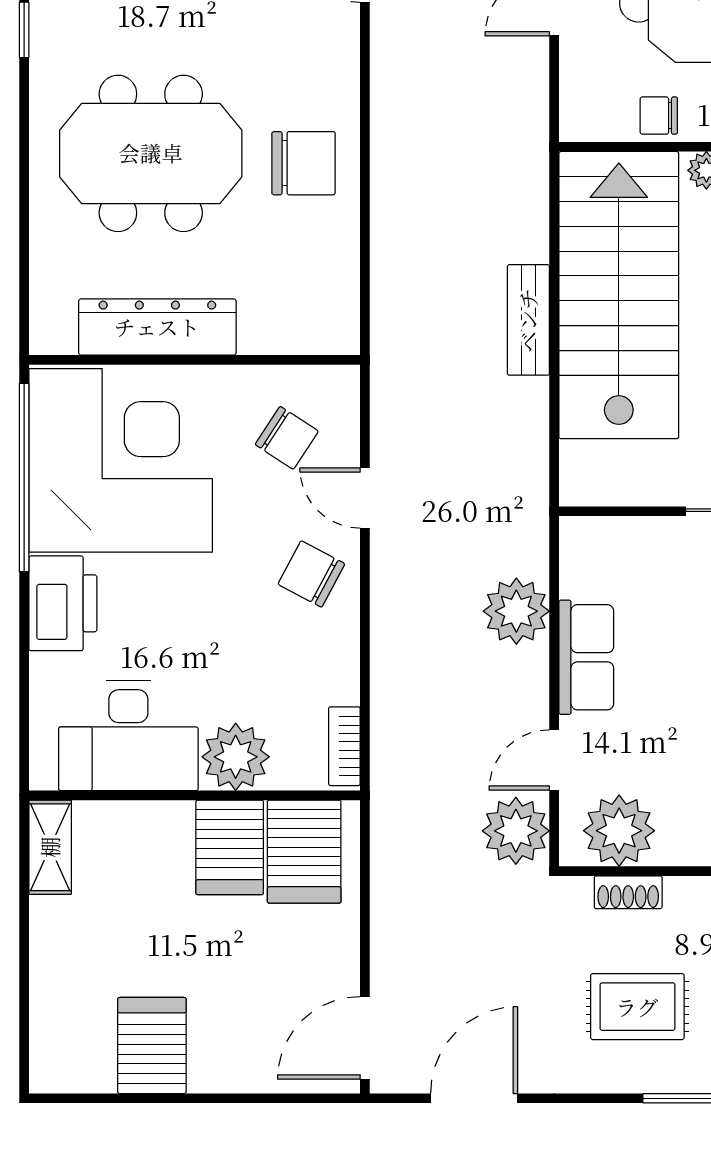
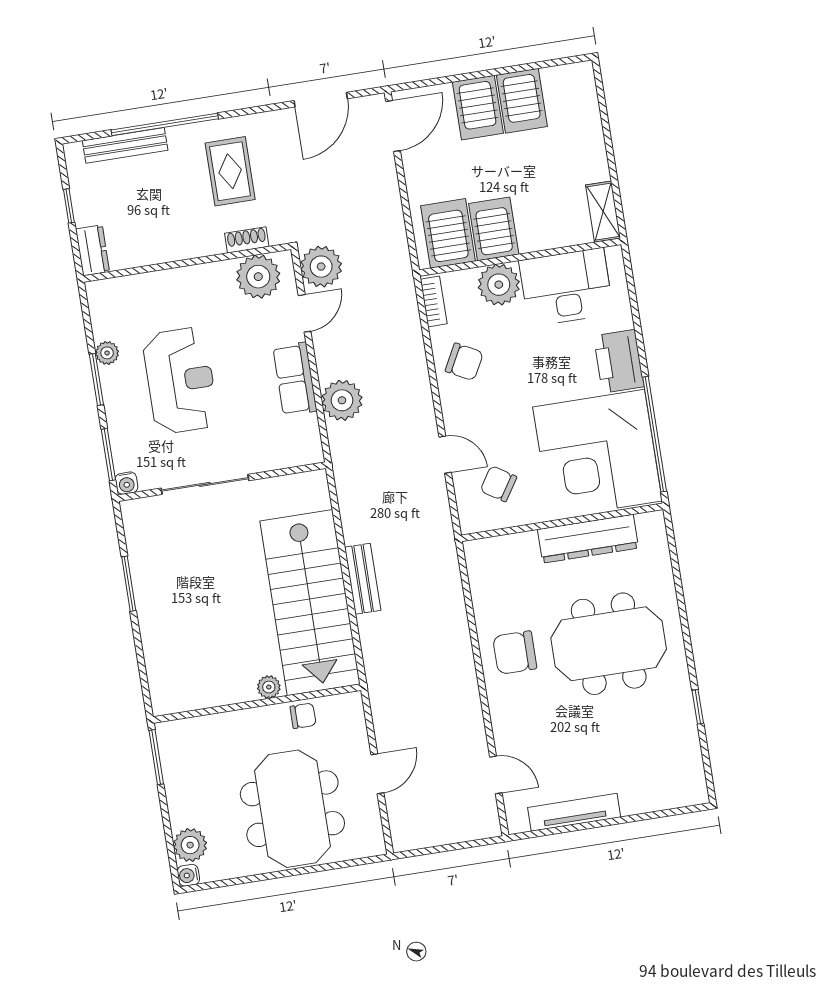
chair: (311, 574) -> (464, 362), moved
rug: (637, 1007) -> (230, 171), turned 90
server rack: (224, 1046) -> (478, 108), added

